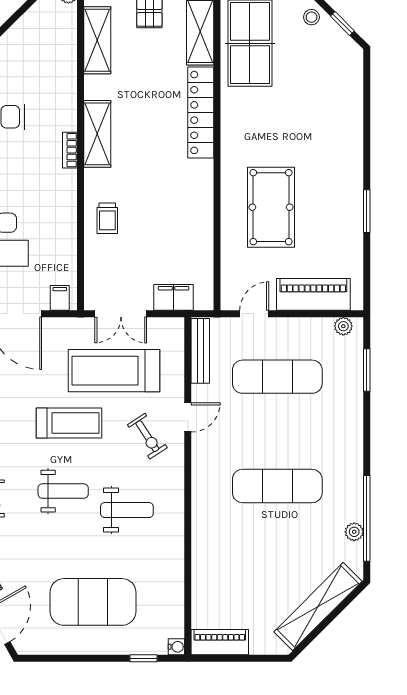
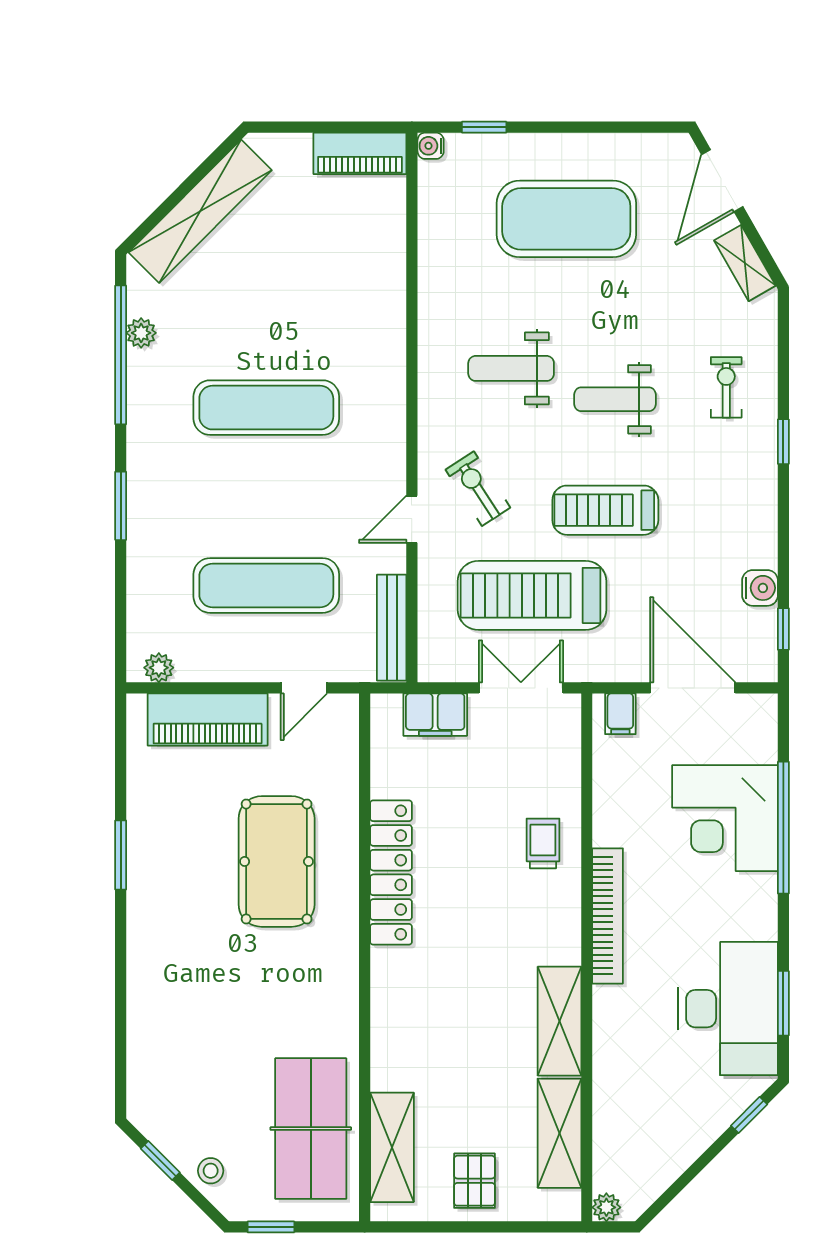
locker: (201, 112) -> (391, 872), moved
shelving: (97, 134) -> (559, 1021), moved
bookcase: (70, 150) -> (608, 916), width x2.31, depth x1.31
window: (367, 370) -> (121, 506), moved
treadmill: (114, 371) -> (532, 595), turned 180

